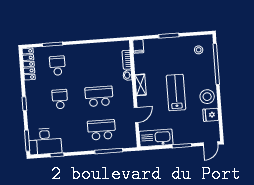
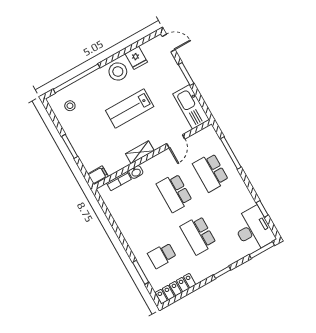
school desk: (60, 99) -> (198, 235), width x1.85
door: (136, 115) -> (176, 141), swing flipped

